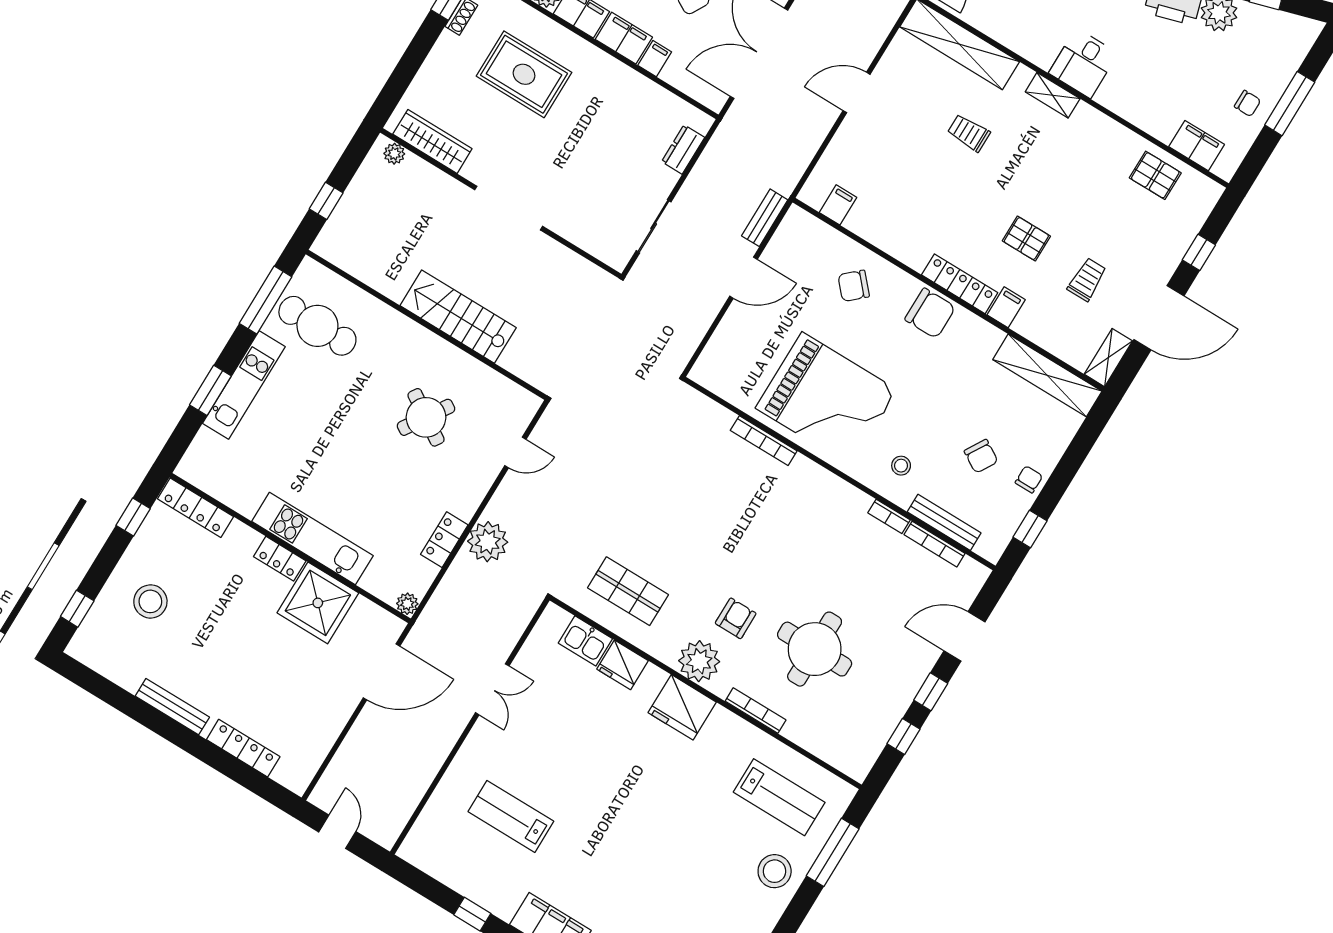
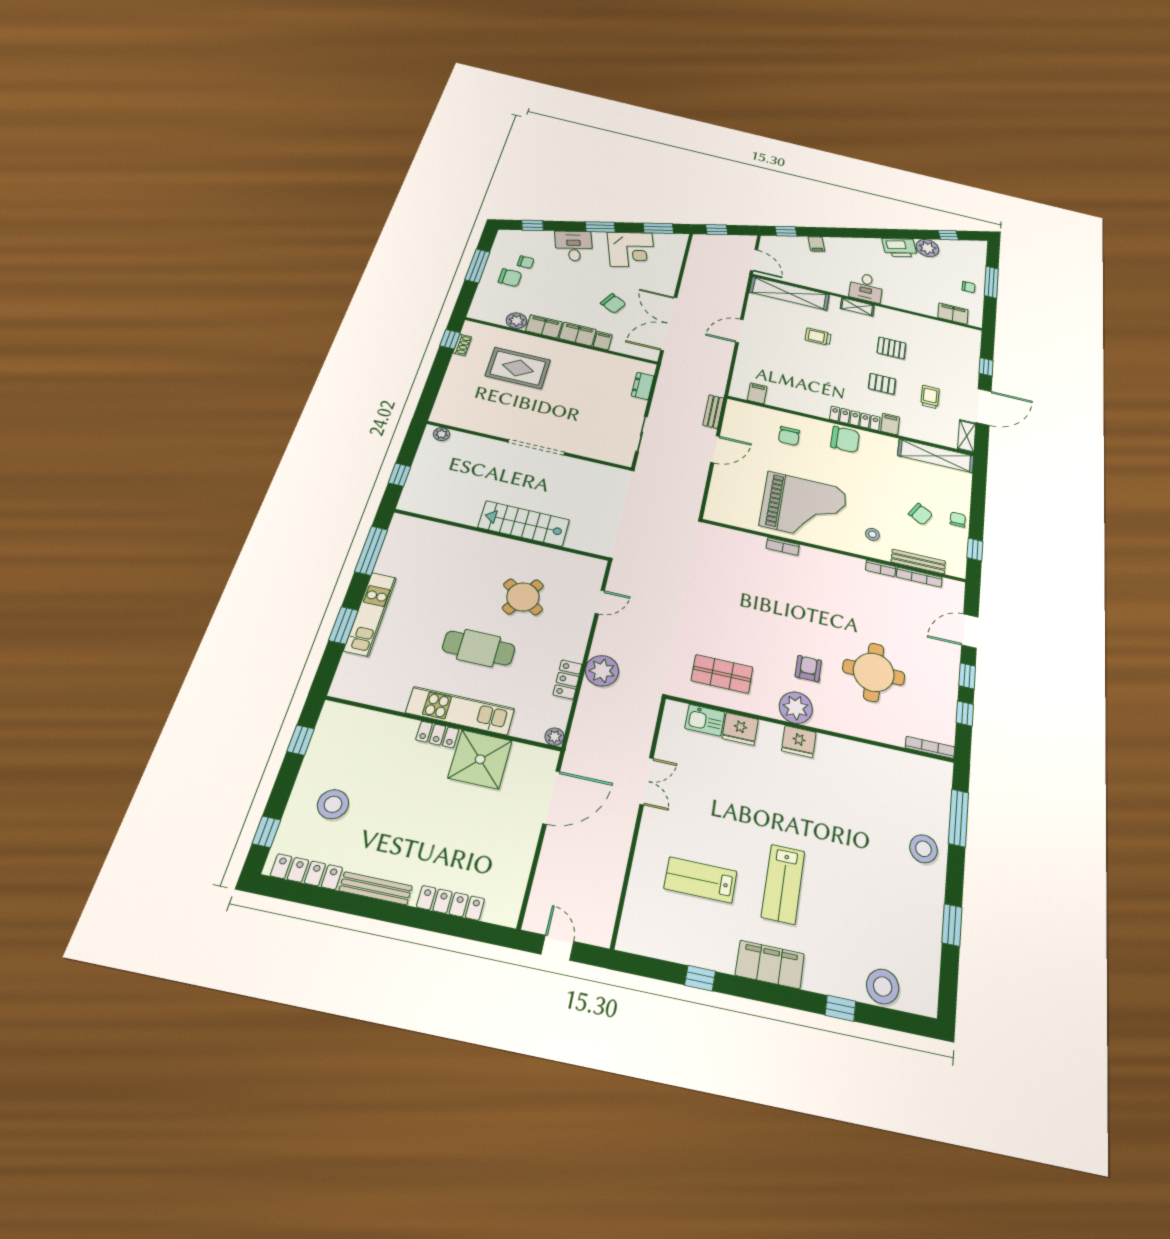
wardrobe: (432, 141) -> (467, 421), removed
pallet: (1155, 175) -> (891, 348), moved
chair: (854, 286) -> (789, 436), turned -48
cafe table: (317, 326) -> (479, 648), moved
bookcase: (764, 441) -> (783, 546), width x0.64
locker: (195, 508) -> (307, 872), moved, turned 180
fridge: (682, 707) -> (799, 742), width x0.73, depth x0.75
bookcase: (756, 711) -> (930, 747), moved
lab bench: (779, 797) -> (783, 884), moved, turned 90

